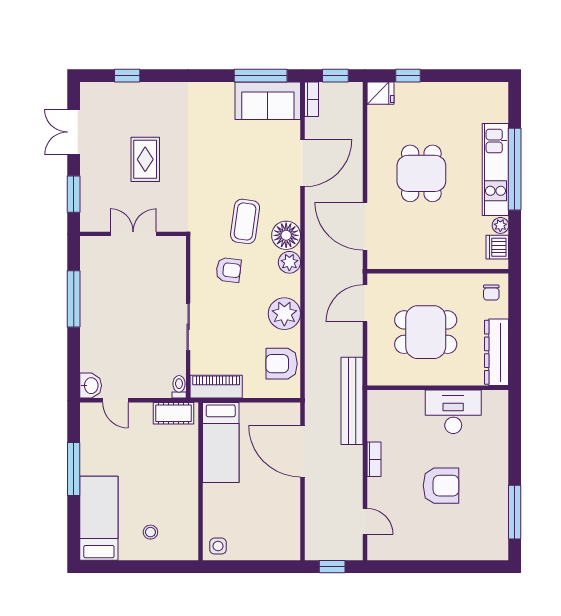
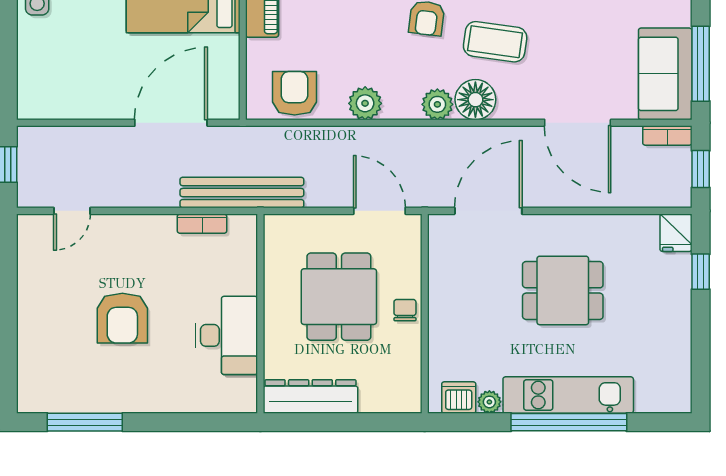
chair: (491, 293) -> (405, 310), moved, turned 90
plant: (284, 314) -> (365, 103), width x0.73, depth x0.73
bookcase: (374, 459) -> (202, 224), moved

